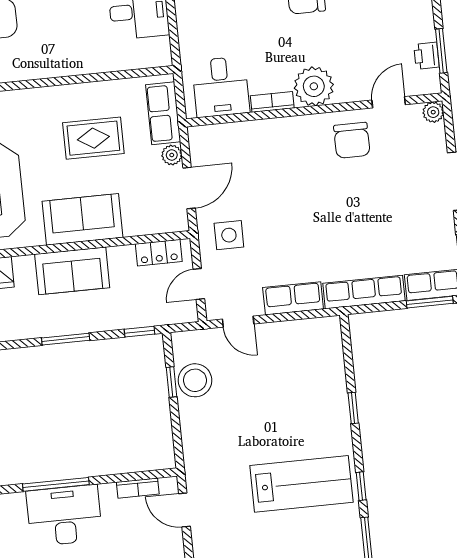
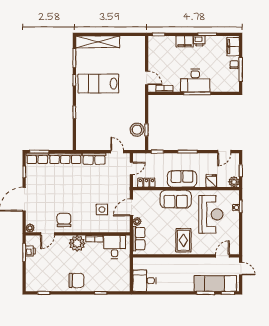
rug: (93, 138) -> (183, 240), moved, turned 90
side table: (229, 235) -> (102, 210), moved

